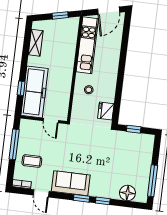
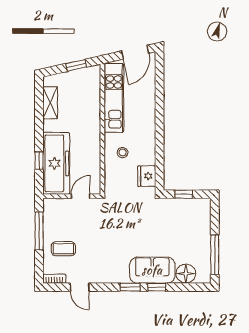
door: (51, 121) -> (81, 196), swing flipped
sofa: (71, 183) -> (152, 270), moved

